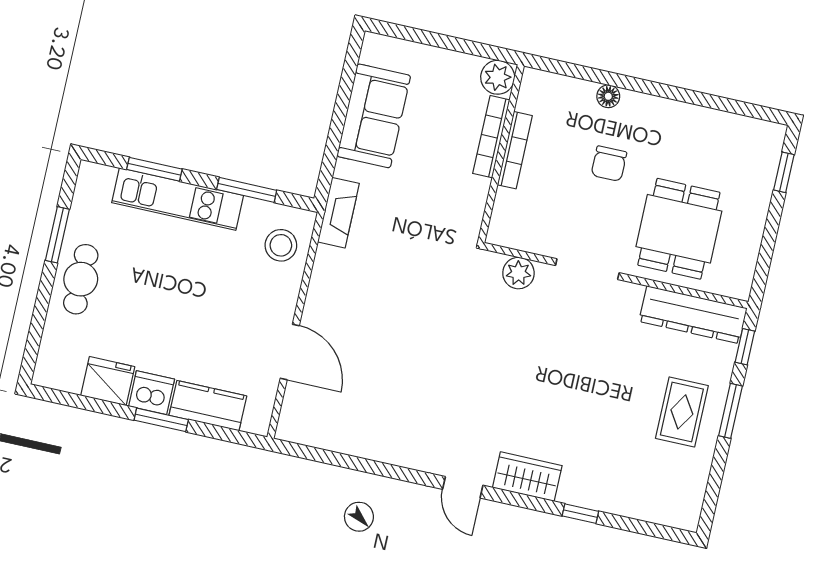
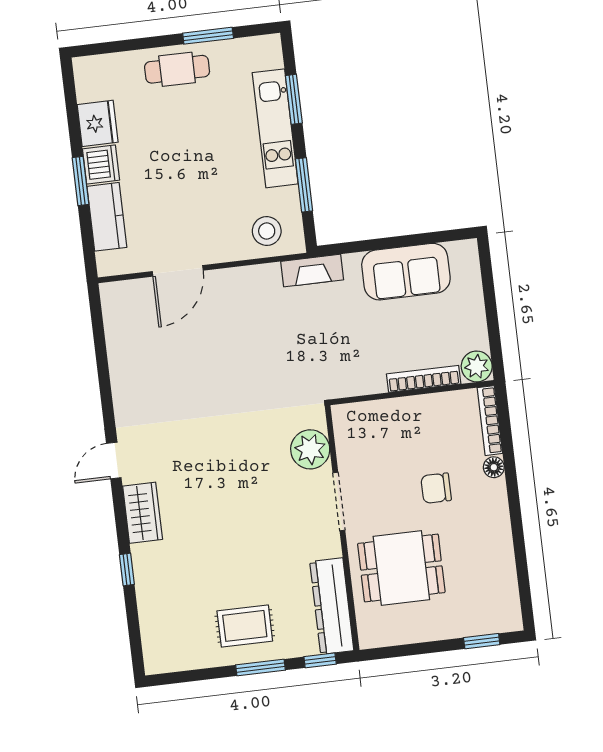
bookcase: (515, 150) -> (490, 421), moved, turned 90
plant: (518, 273) -> (310, 449), width x1.36, depth x1.36

